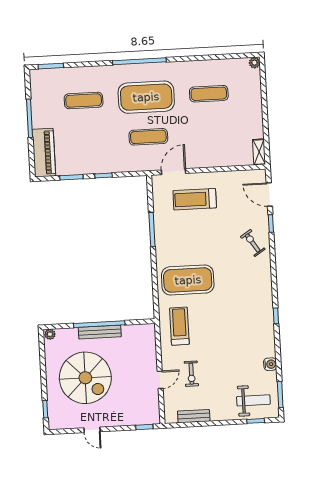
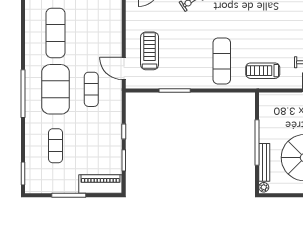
exercise mat: (209, 94) -> (55, 33), width x1.36, depth x1.45
treadmill: (195, 199) -> (150, 51), turned 180
exercise mat: (188, 280) -> (222, 61), width x0.68
bench: (100, 332) -> (264, 162), moved

